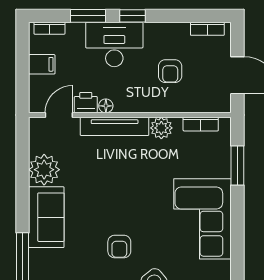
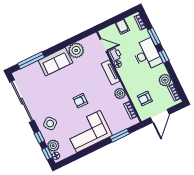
plant: (177, 34) -> (165, 80), added
armchair: (170, 71) -> (145, 99), moved
tv unit: (115, 126) -> (111, 72), width x0.71
armchair: (119, 247) -> (80, 101), moved

